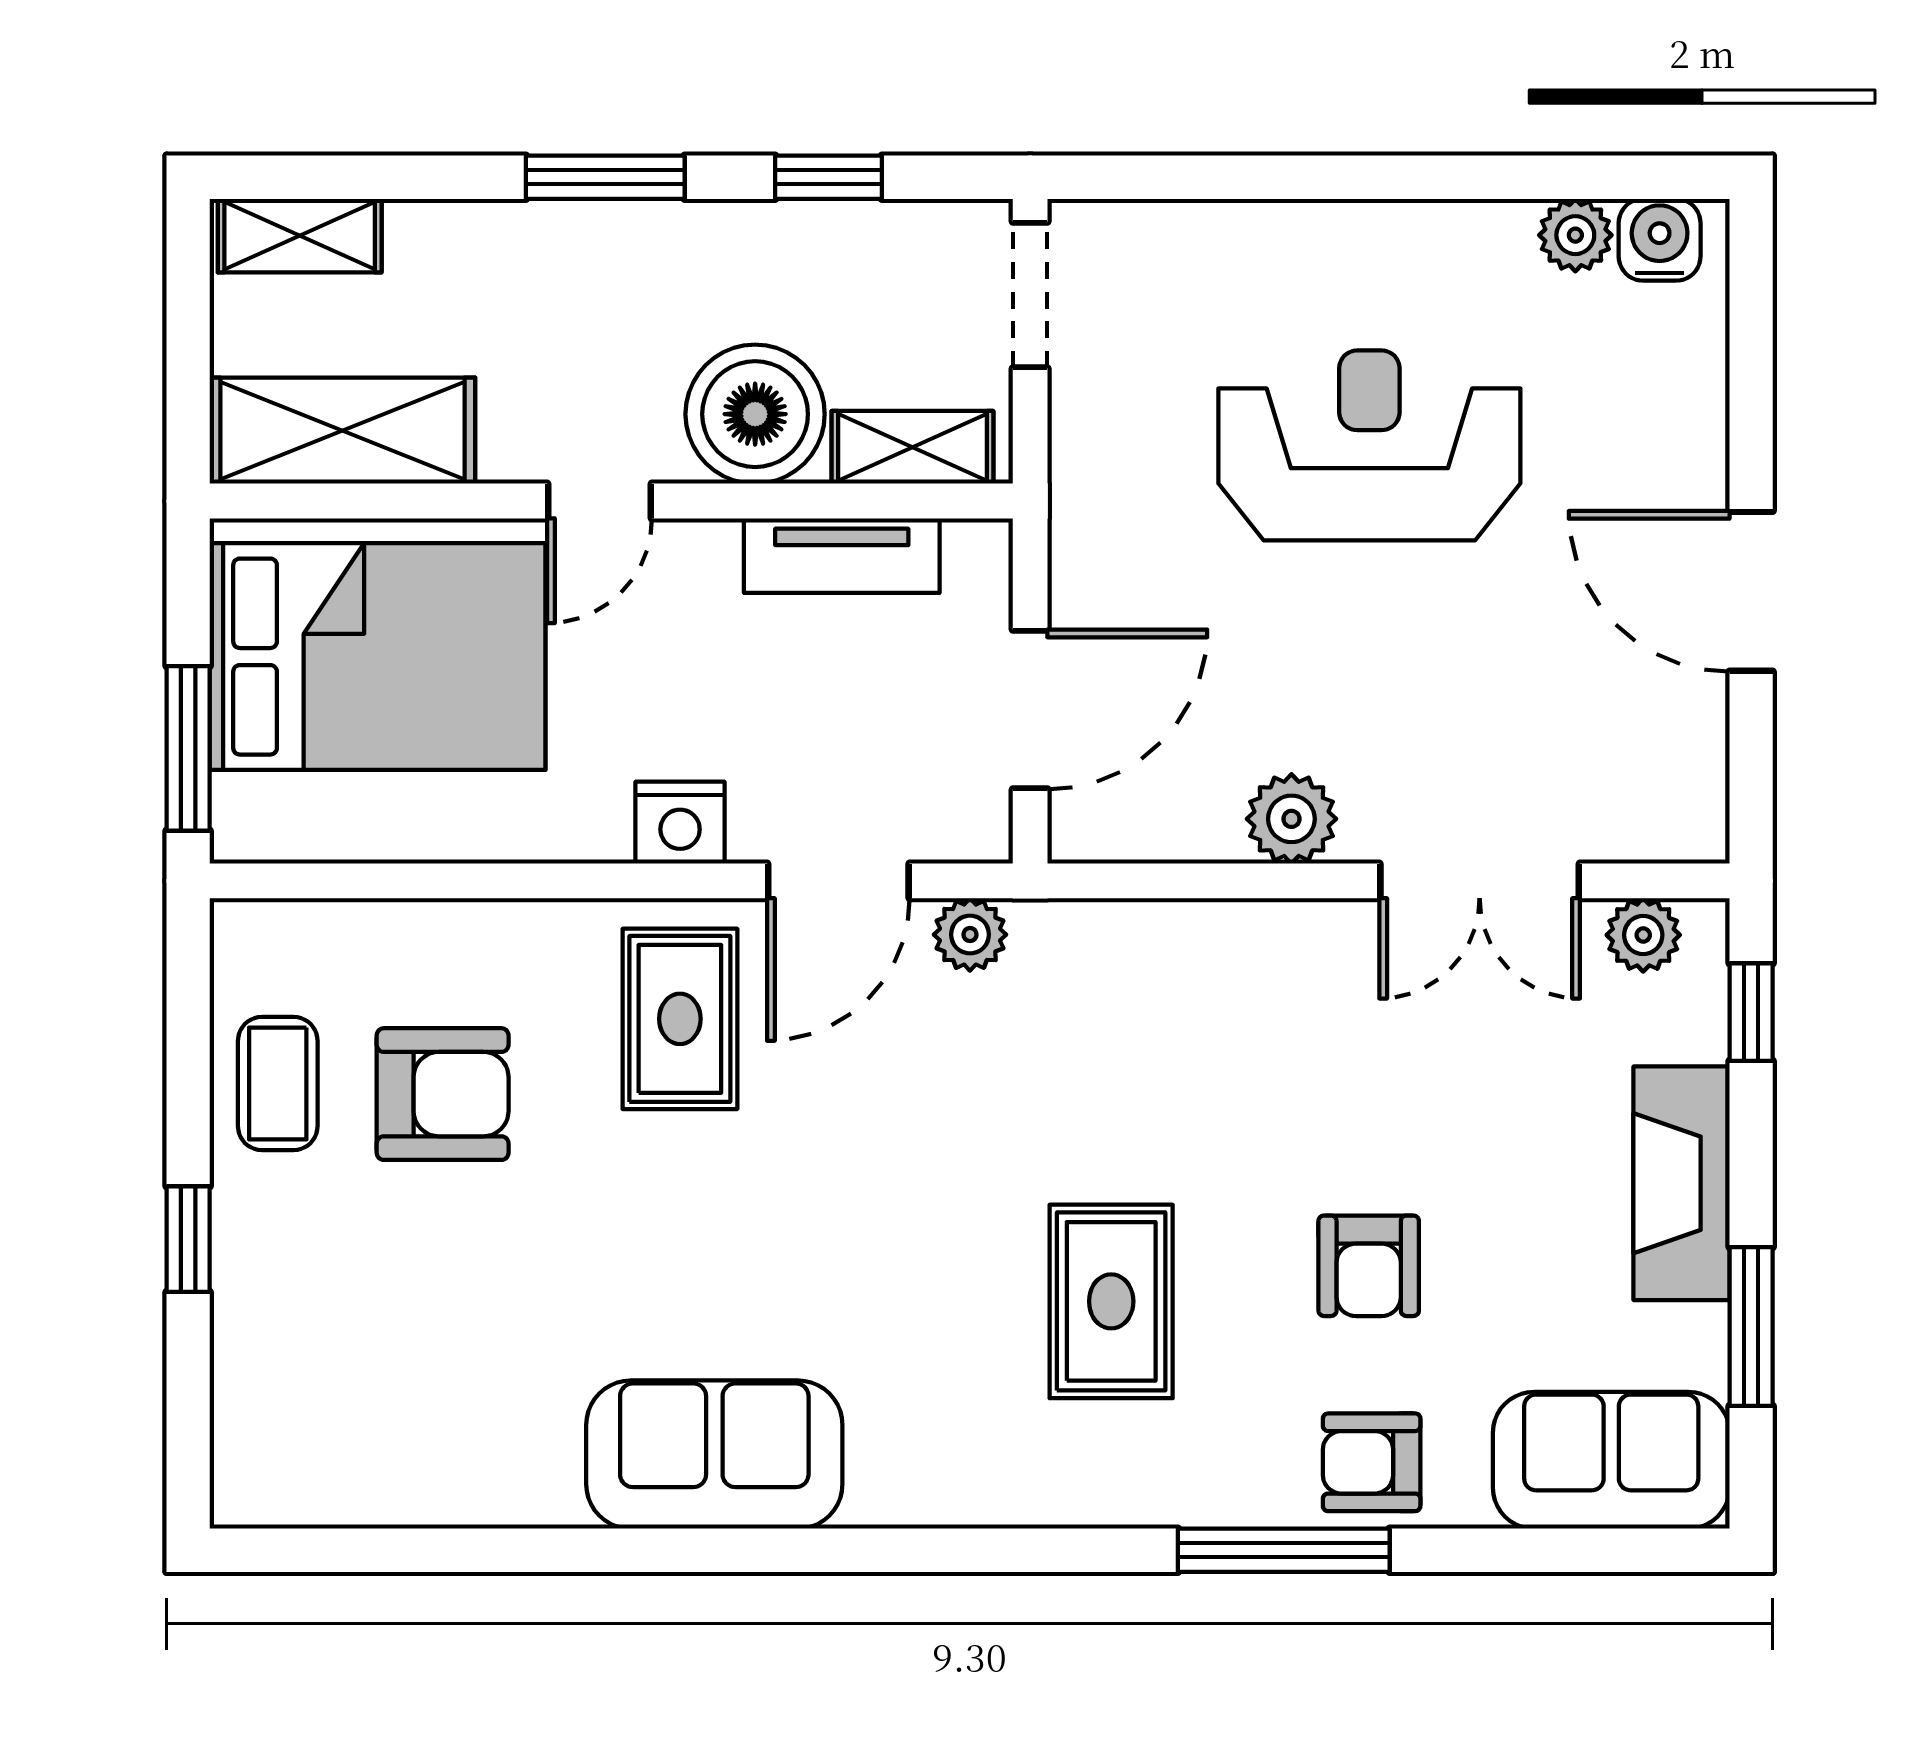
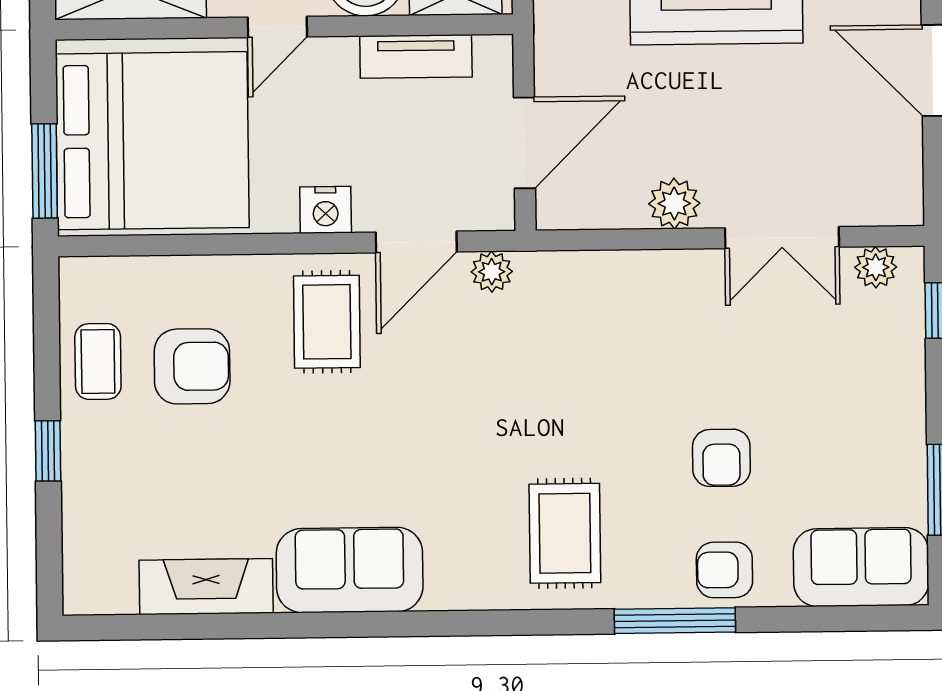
bed: (378, 657) -> (152, 141), width x1.36
fireplace: (1681, 1183) -> (206, 587), moved, turned 90
rug: (1111, 1301) -> (565, 533), moved

